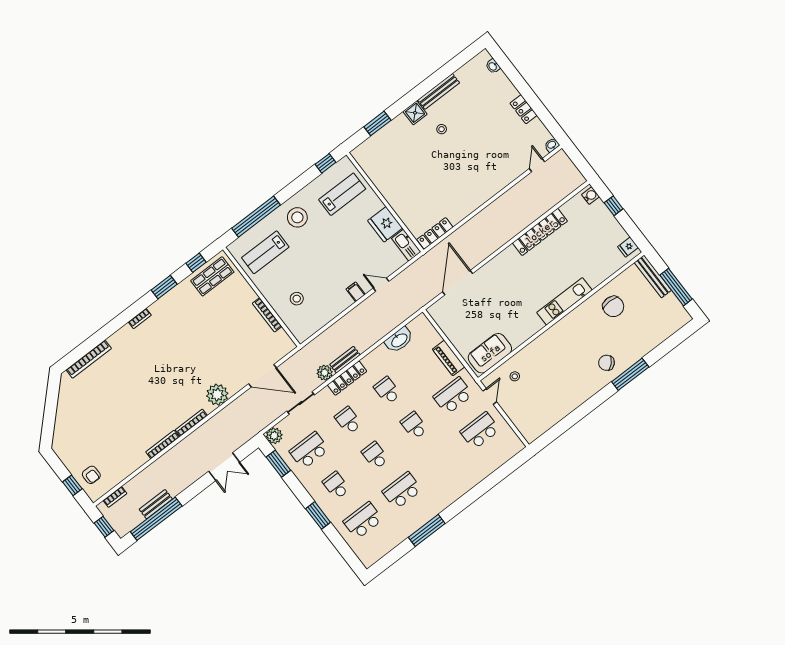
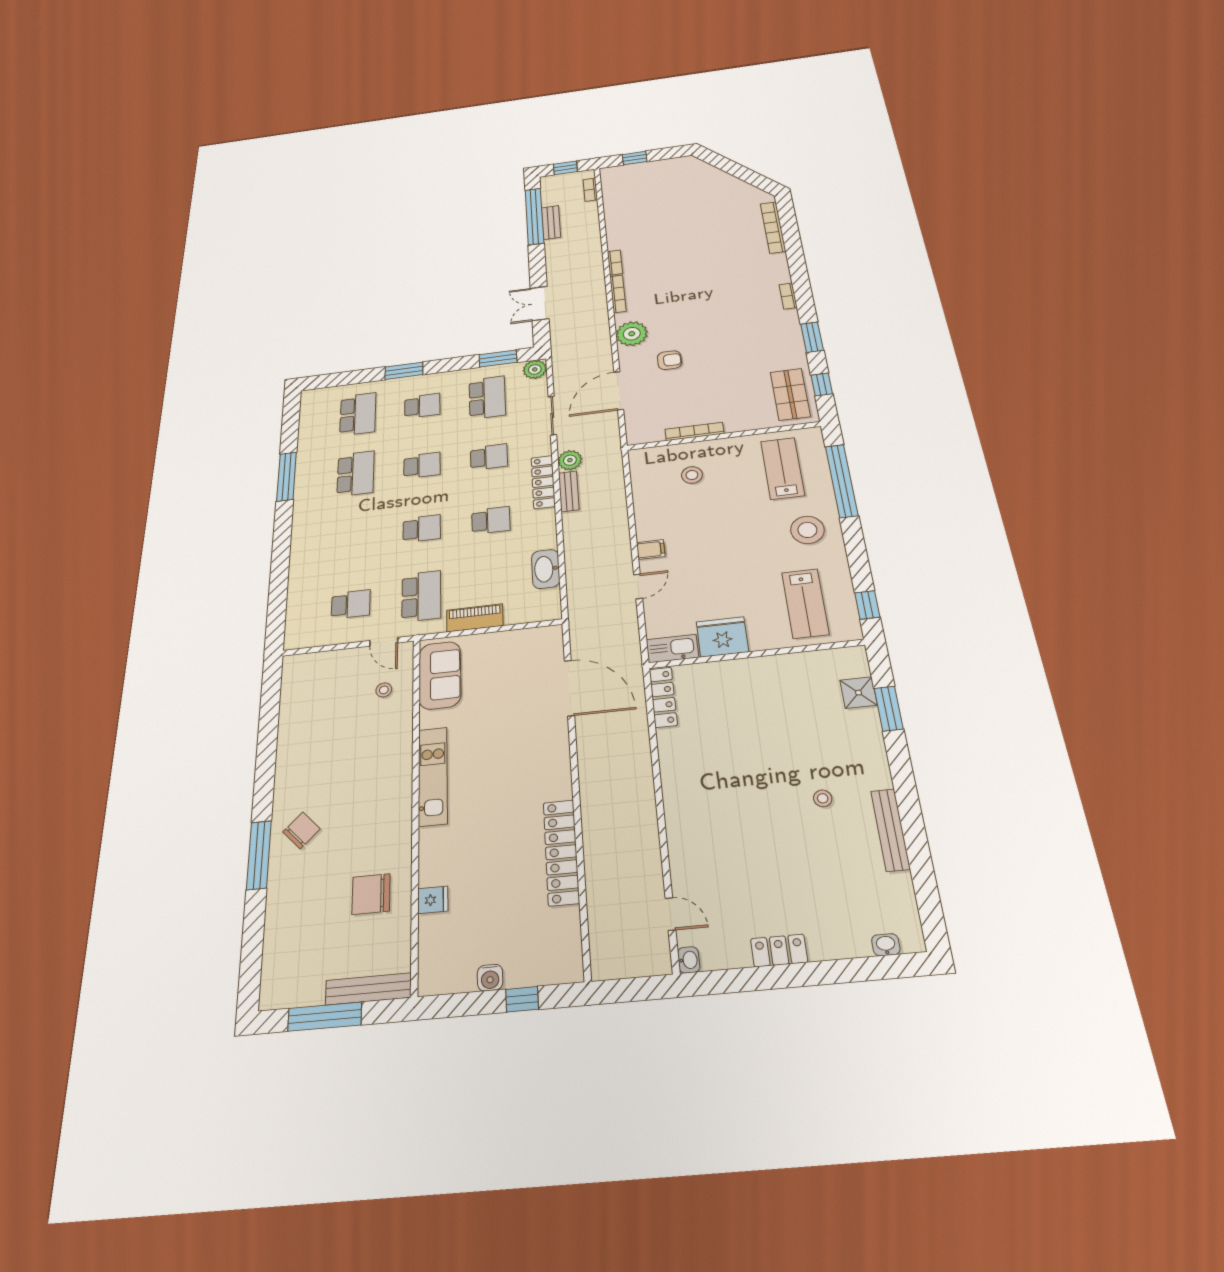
shower: (415, 113) -> (859, 693), moved
water cooler: (591, 196) -> (490, 978), moved
fridge: (628, 247) -> (433, 900), moved, turned 90
kitchen unit: (564, 301) -> (433, 776), moved
school desk: (480, 431) -> (351, 604), width x0.54
bookcase: (163, 444) -> (615, 263), width x0.64
armchair: (91, 475) -> (669, 360), moved, turned 180

